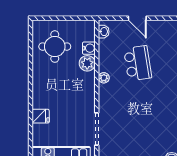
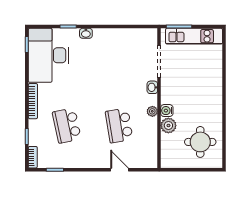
washbasin: (104, 32) -> (152, 87), moved
water cooler: (89, 48) -> (167, 111), moved
fridge: (41, 116) -> (214, 74), removed

